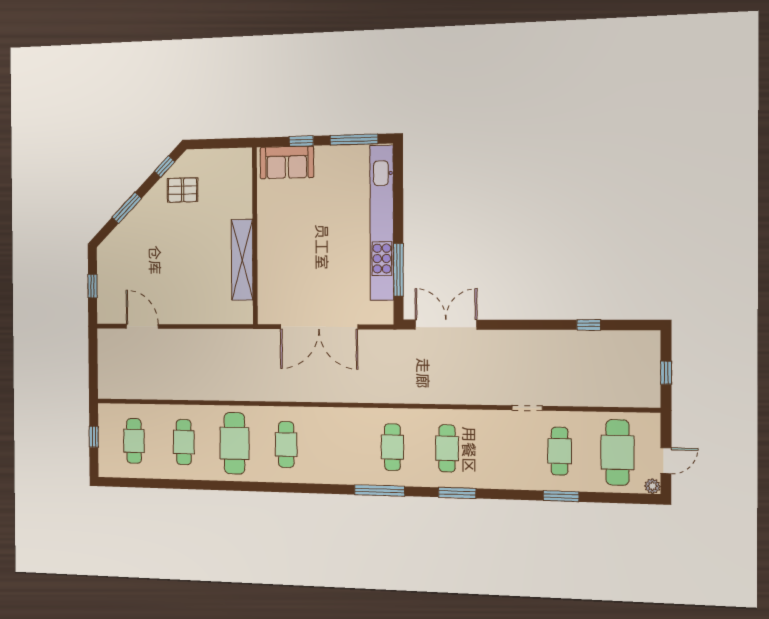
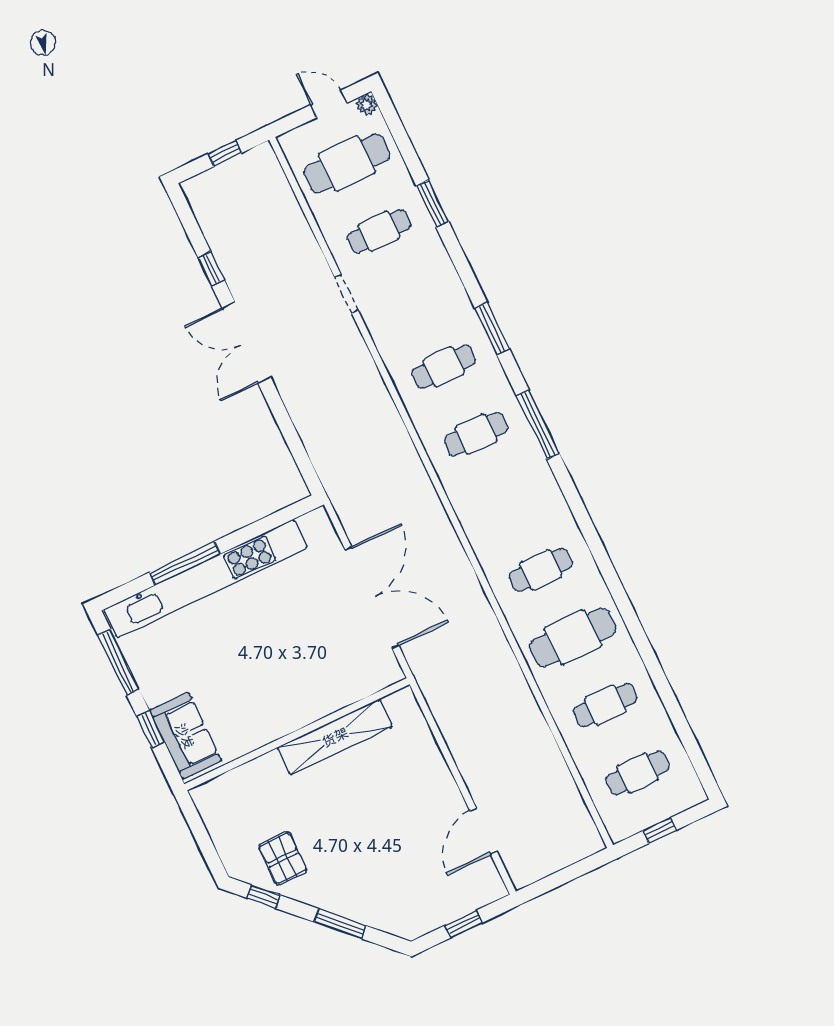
window: (398, 270) -> (185, 563), moved
double door: (446, 325) -> (247, 343), moved

